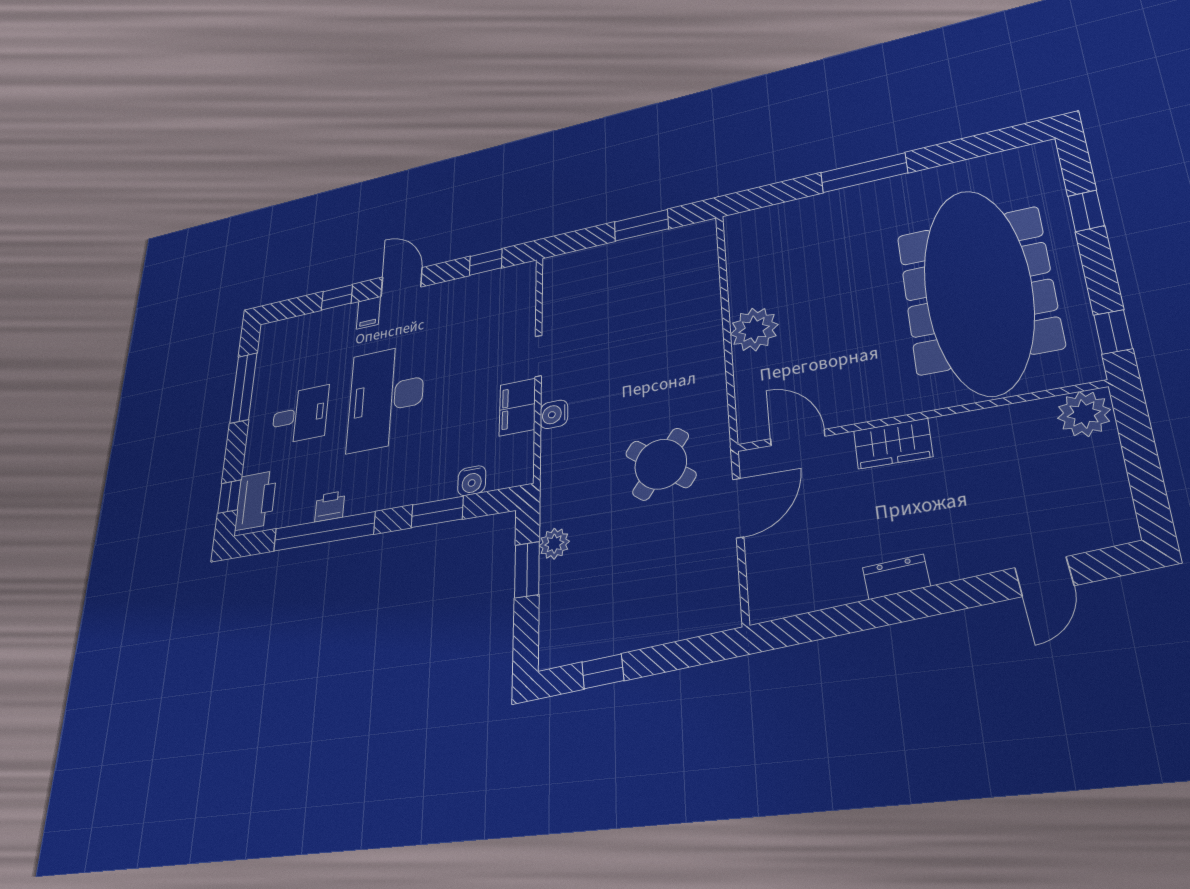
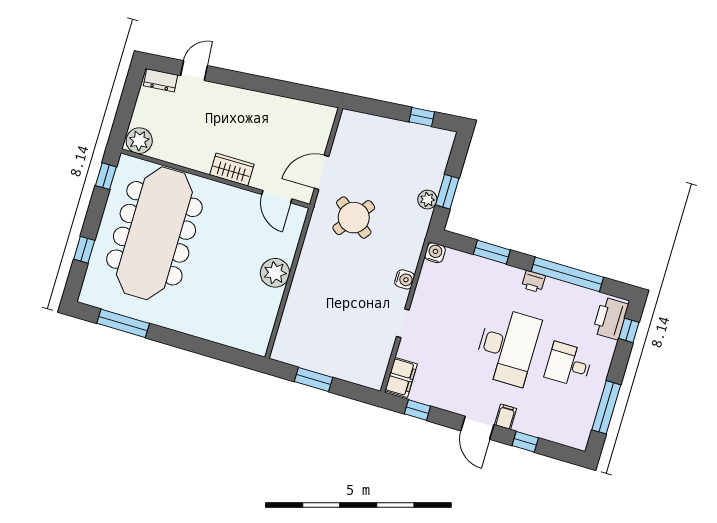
window: (864, 173) -> (123, 323), moved
filing cabinet: (517, 407) -> (401, 377), moved
water cooler: (472, 481) -> (435, 253), moved
printer: (330, 506) -> (533, 282), moved
dresser: (896, 577) -> (161, 80), moved

